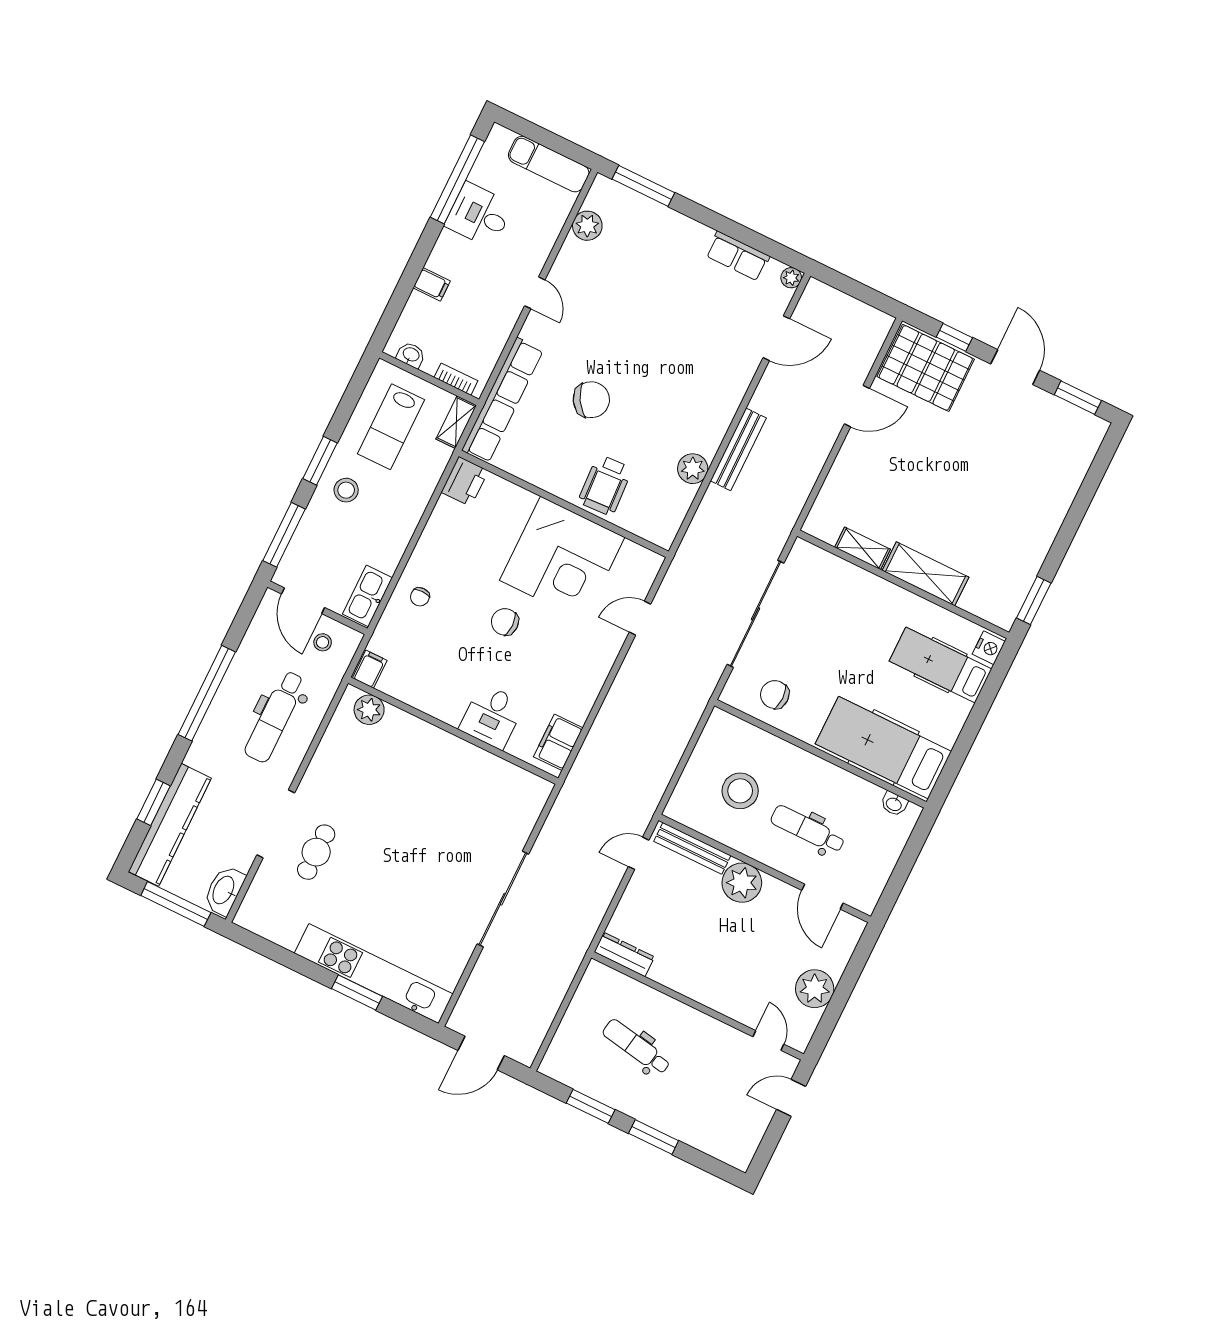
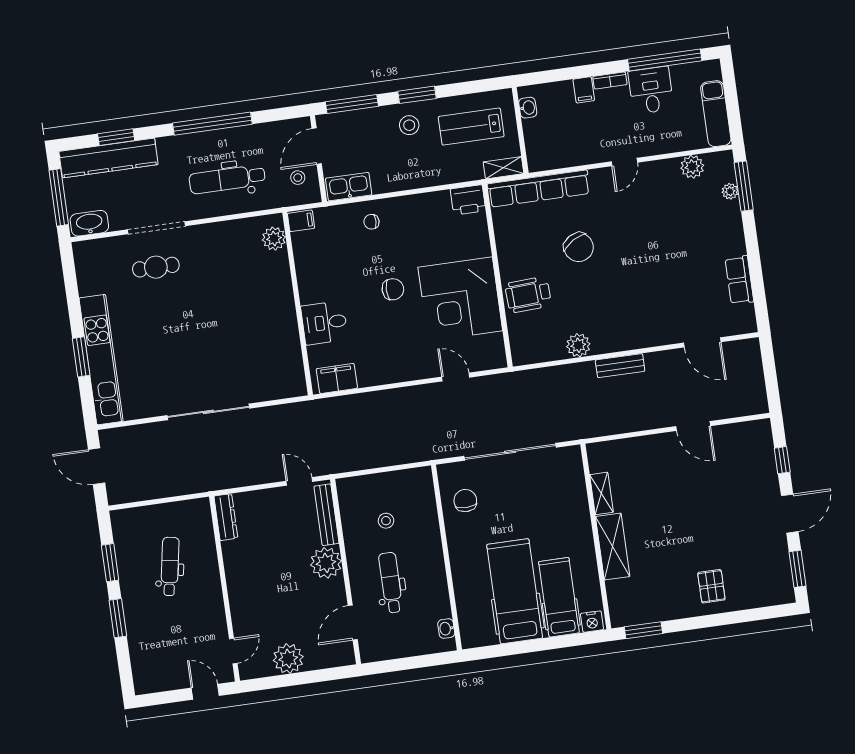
plant: (791, 278) -> (730, 191), moved
pallet: (926, 368) -> (711, 586), moved, width x0.49, depth x0.50
bookcase: (456, 379) -> (610, 80), moved, turned 90
bench: (738, 449) -> (620, 366), width x0.73
chair: (505, 622) -> (393, 289), turned 90
hospital bed: (883, 748) -> (515, 591), moved
stool: (740, 791) -> (386, 521), width x0.53, depth x0.53

